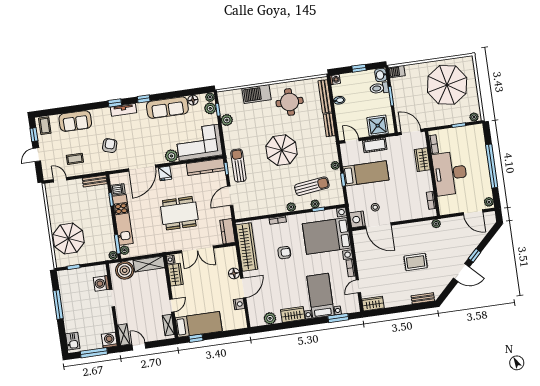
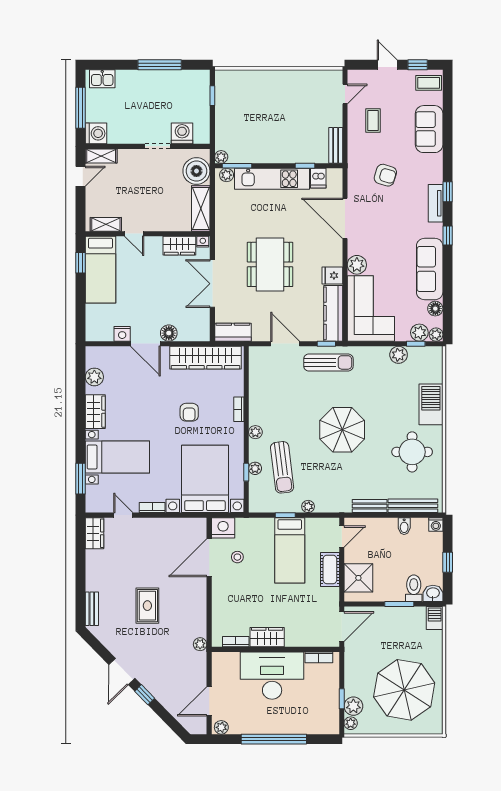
plant: (463, 117) -> (353, 706), added
wardrobe: (422, 160) -> (267, 637), moved
fridge: (165, 173) -> (332, 275), moved
parasol: (68, 239) -> (256, 94), removed

